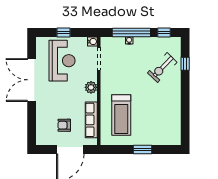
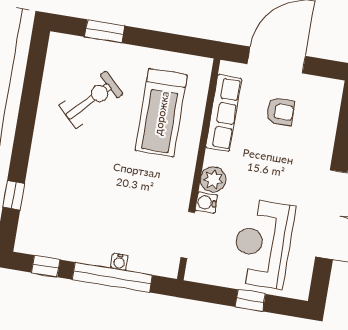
water cooler: (92, 42) -> (206, 203), moved
exercise bike: (162, 68) -> (91, 100), moved
treadmill: (121, 115) -> (161, 113), turned 180
window: (143, 149) -> (105, 31), moved

